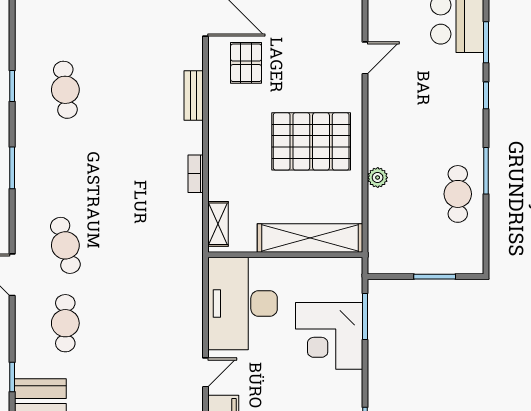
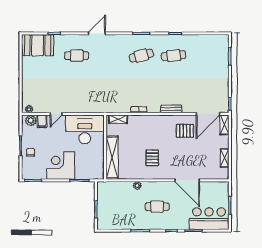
door: (365, 58) -> (187, 180), width x1.88
pallet: (311, 141) -> (152, 158), width x0.49, depth x0.50
cafe table: (458, 194) -> (157, 207), moved
cafe table: (65, 245) -> (141, 56), moved
corner desk: (329, 336) -> (61, 165), moved
door: (206, 372) -> (56, 114), hinge flipped

